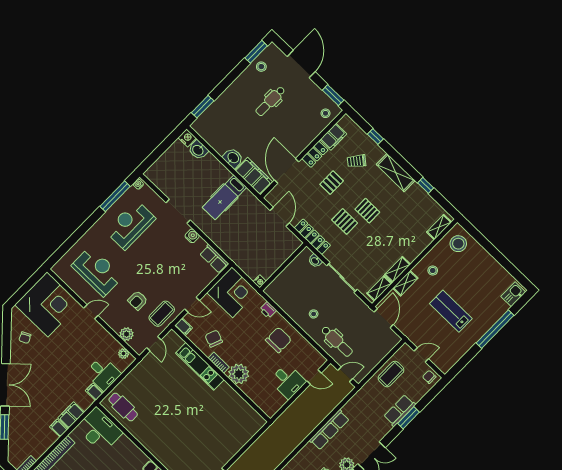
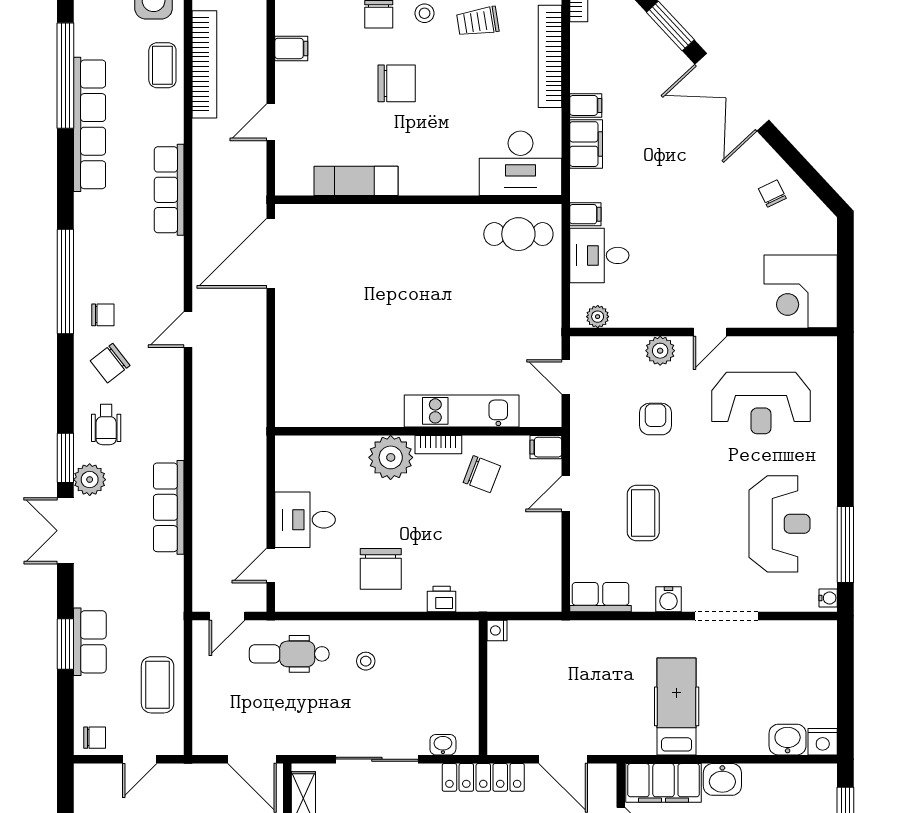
corner desk: (232, 292) -> (523, 573), removed
corner desk: (47, 304) -> (801, 291), width x0.74, depth x0.74
coffee table: (162, 314) -> (643, 513), moved
plant: (127, 334) -> (660, 351), moved

